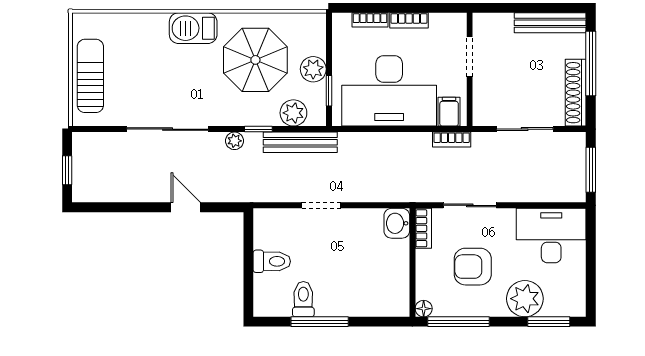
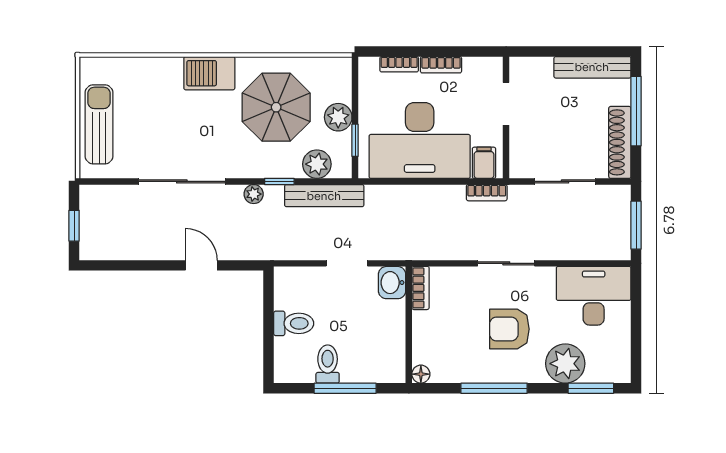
washbasin: (397, 223) -> (392, 283), moved
bookcase: (423, 228) -> (420, 288), moved
wall: (412, 263) -> (409, 325), moved
floor lamp: (424, 309) -> (421, 374), moved

